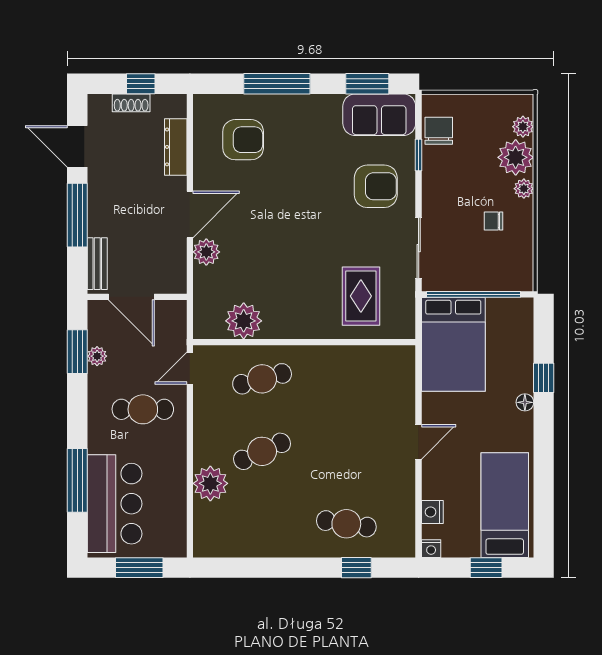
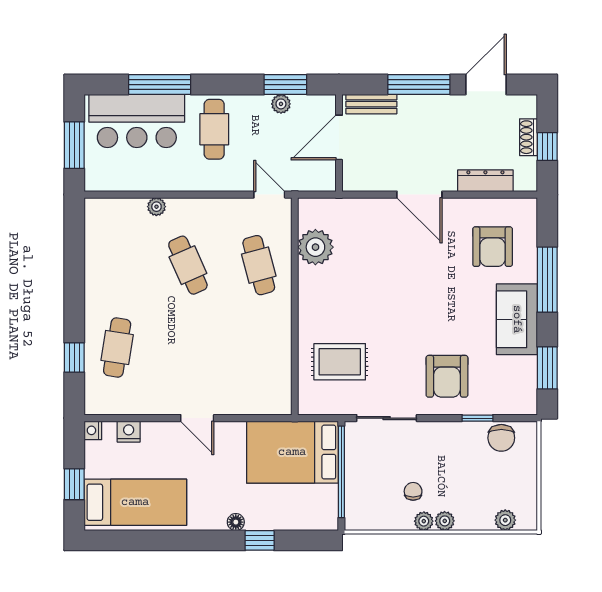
sofa: (379, 115) -> (517, 319), moved
chair: (439, 131) -> (501, 438), turned 90
plant: (516, 157) -> (424, 521), moved, width x0.53, depth x0.53
plant: (206, 252) -> (383, 211), removed
cafe table: (143, 409) -> (214, 129), moved
plant: (210, 483) -> (156, 207), width x0.53, depth x0.53

